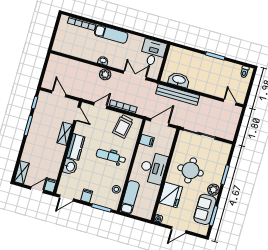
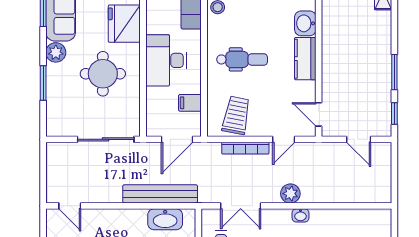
shelving: (65, 134) -> (330, 76), removed

